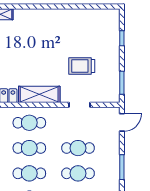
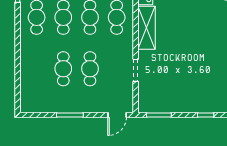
trolley: (82, 66) -> (176, 73), removed
door: (122, 122) -> (117, 115), hinge flipped

